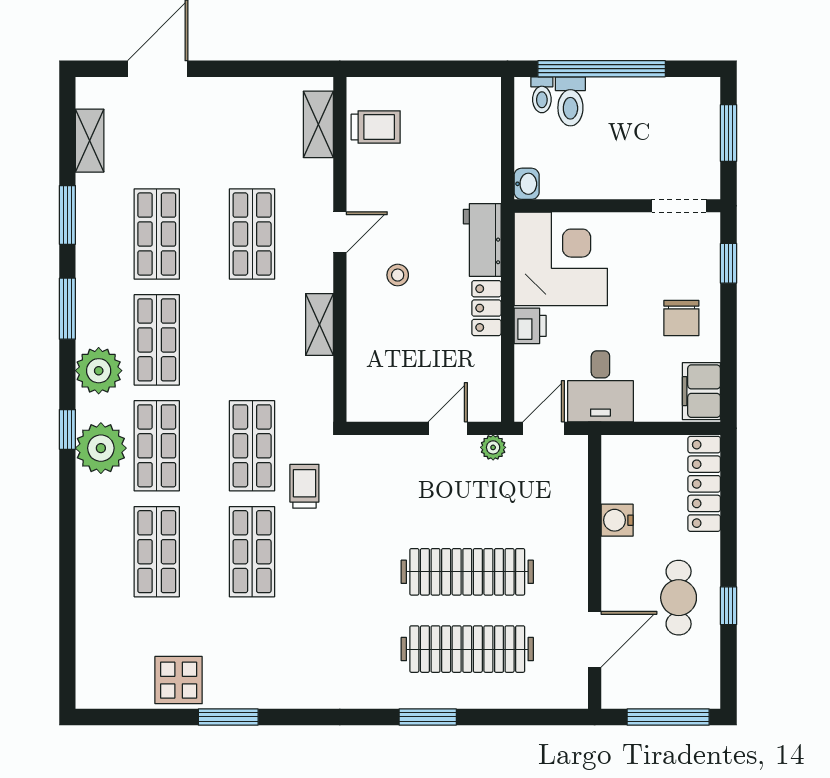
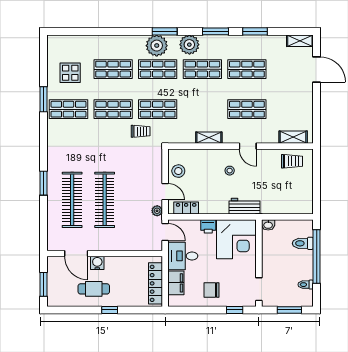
toilet: (542, 95) -> (306, 285), moved
trolley: (376, 127) -> (292, 161), turned -90
shelving: (90, 141) -> (300, 41), moved
locker: (486, 308) -> (186, 208), moved
filing cabinet: (701, 391) -> (176, 283), moved, turned 90
stool: (399, 397) -> (178, 171), added
window: (67, 429) -> (165, 31), width x1.50
locker: (704, 484) -> (156, 283), moved, turned -90
water cooler: (617, 520) -> (97, 263), moved
window: (728, 606) -> (110, 310), moved
shop shelf: (252, 658) -> (68, 109), added
display table: (179, 680) -> (70, 73), moved
window: (668, 717) -> (43, 284), width x0.69

